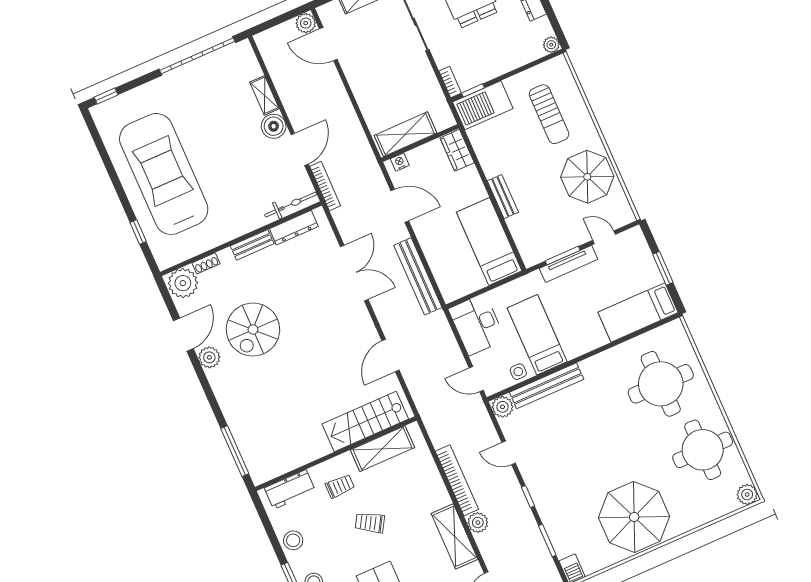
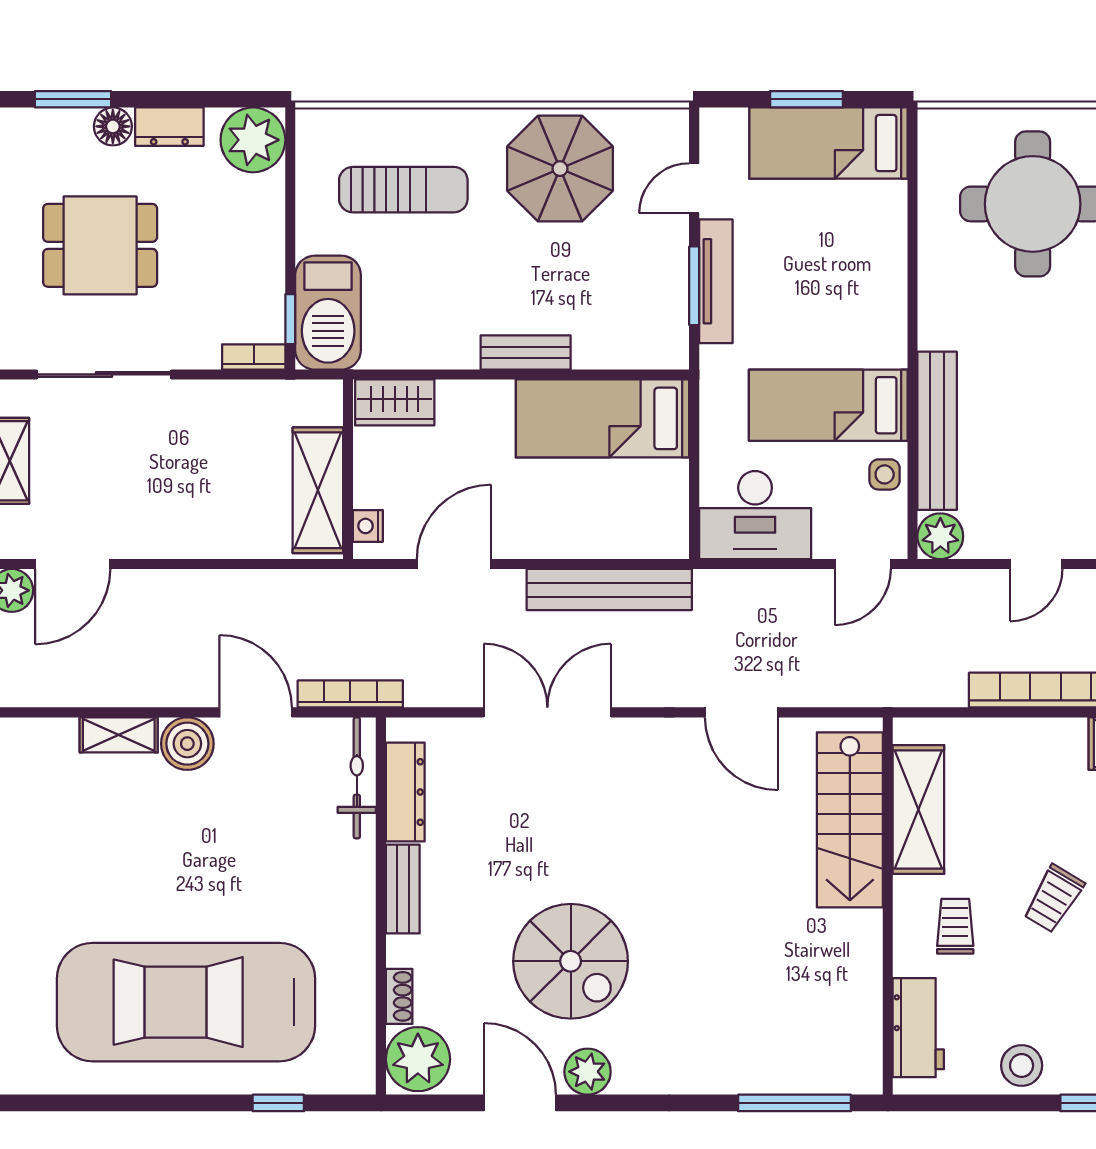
plant: (551, 45) -> (253, 140), width x1.88, depth x1.88
bed: (638, 312) -> (828, 143), moved, turned 90

